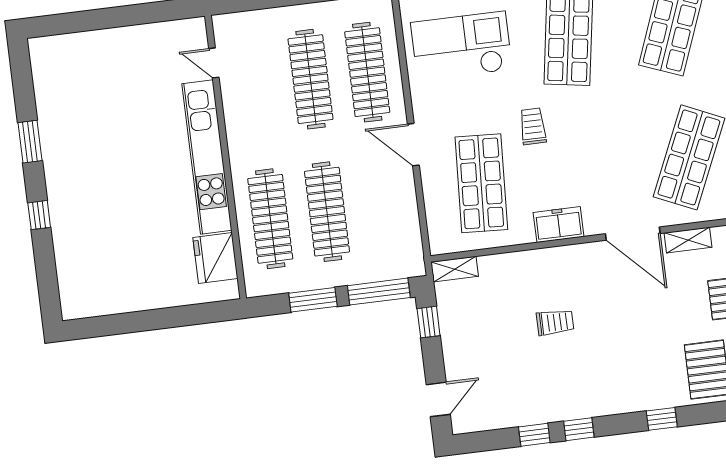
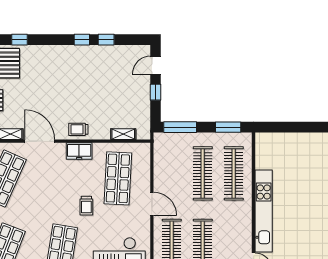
fridge: (215, 258) -> (266, 156), removed
shelving: (455, 269) -> (123, 134), moved
window: (313, 300) -> (228, 127), moved
window: (429, 322) -> (155, 92), moved
trolley: (555, 322) -> (78, 129), moved
window: (662, 419) -> (19, 40), moved

